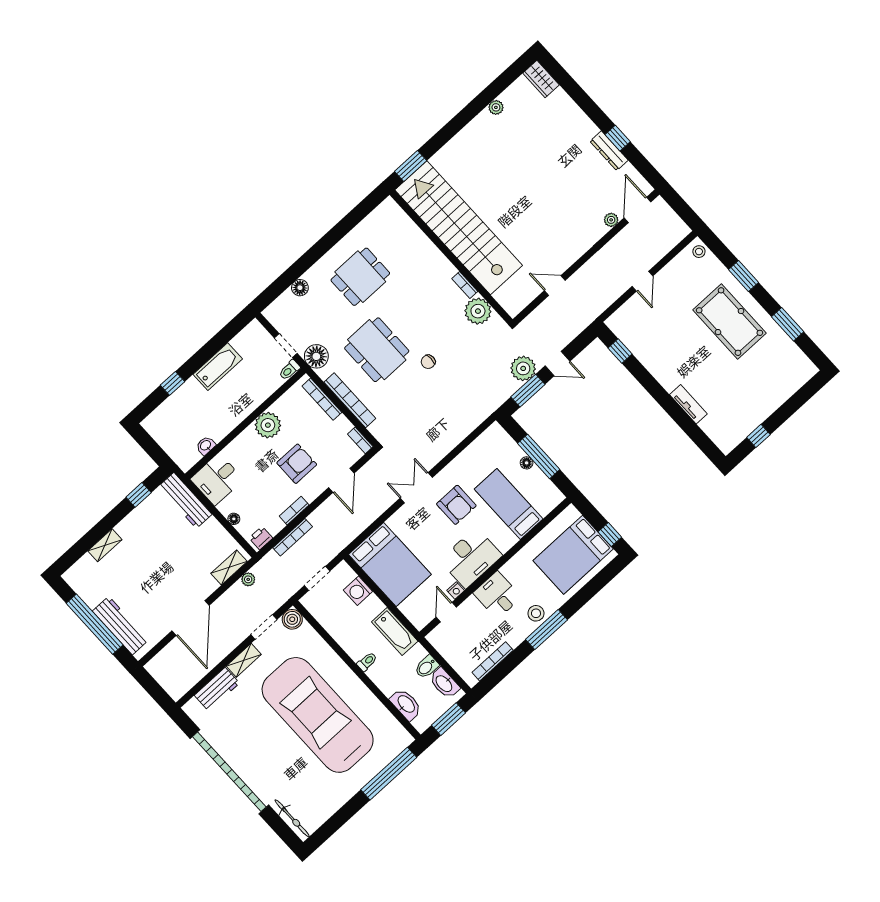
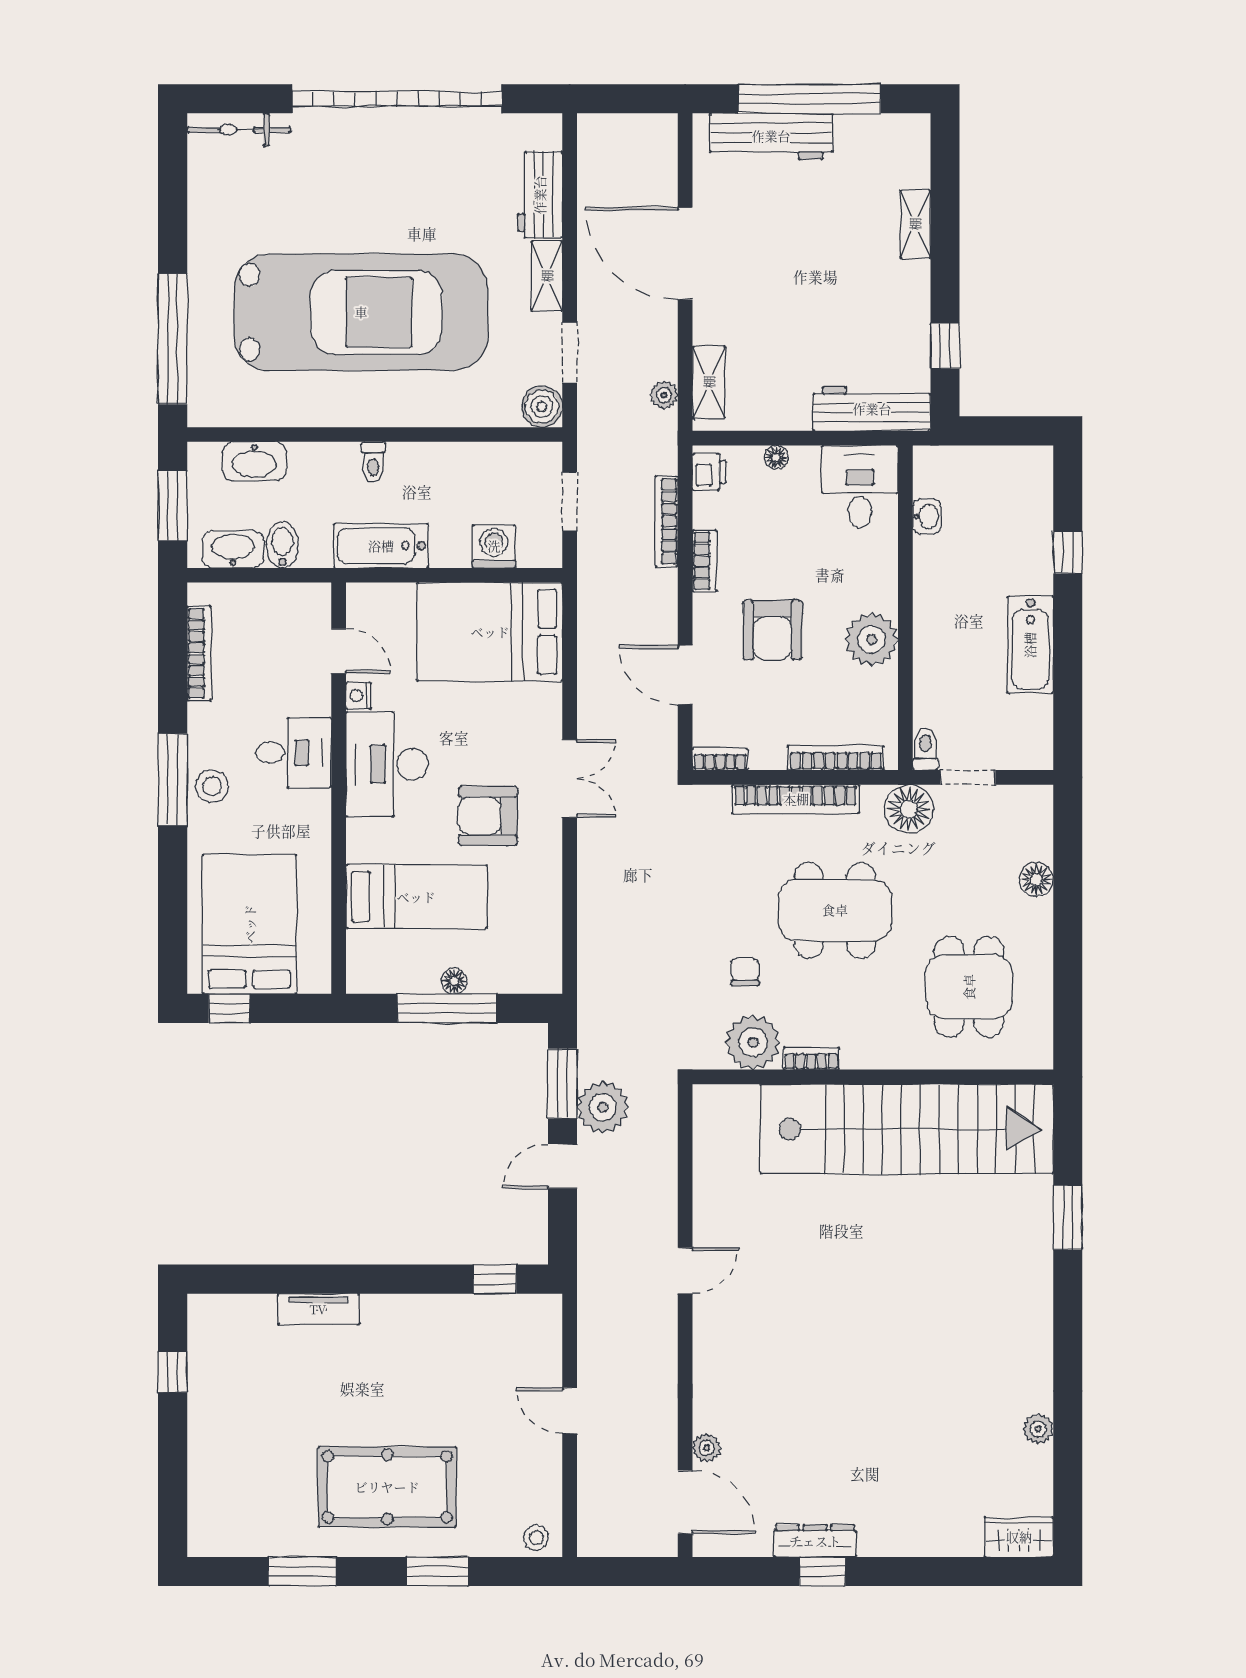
stairs: (459, 228) -> (907, 1129), moved
wall: (451, 257) -> (873, 1077), moved
bookcase: (465, 285) -> (811, 1059), moved
plant: (478, 311) -> (753, 1042), moved

